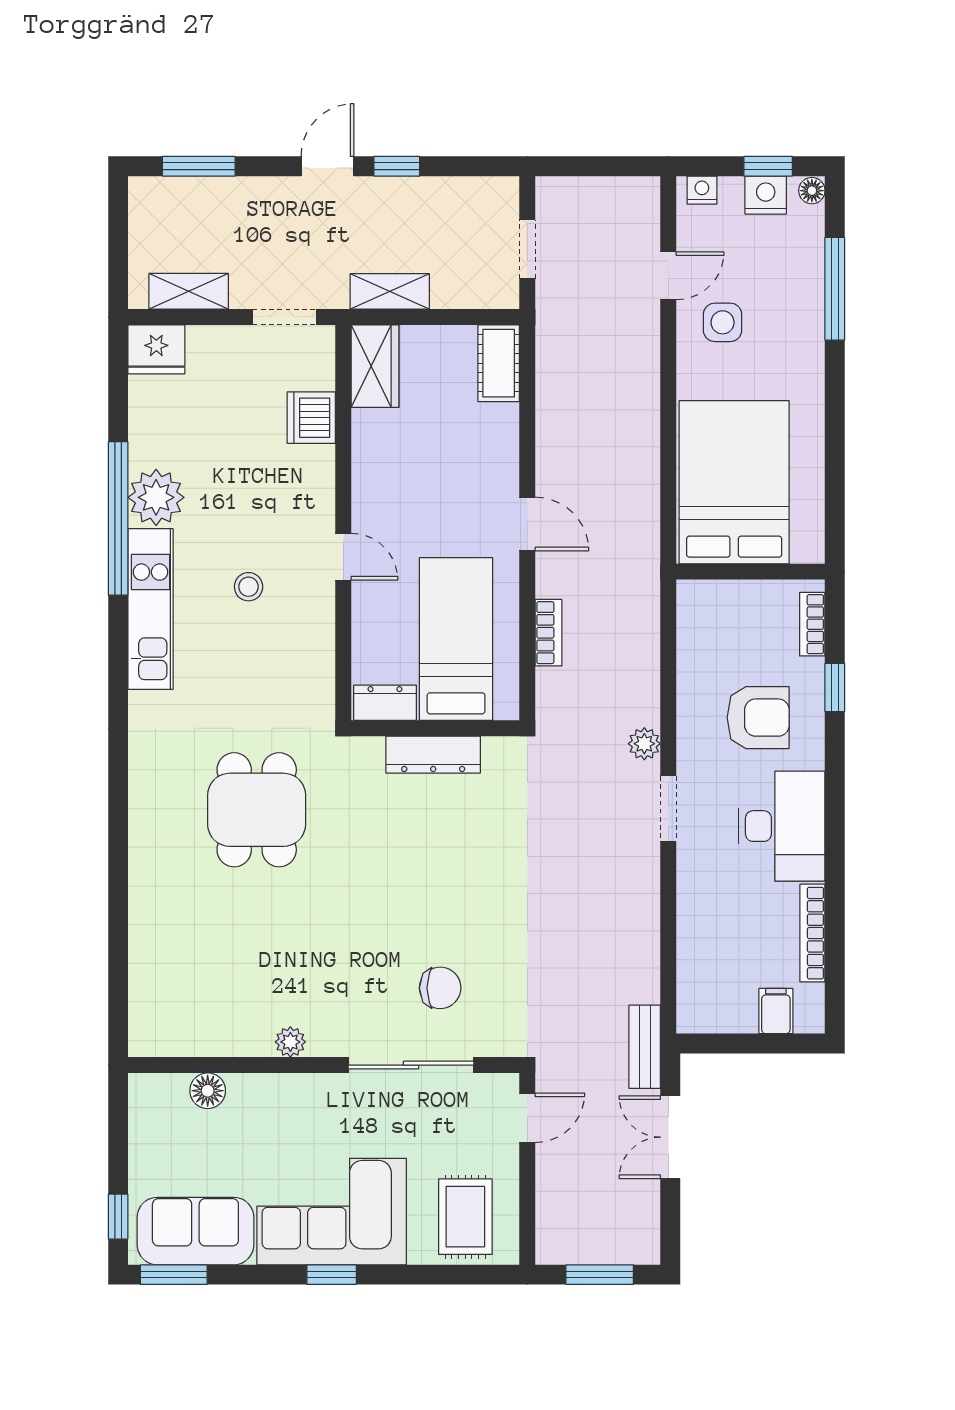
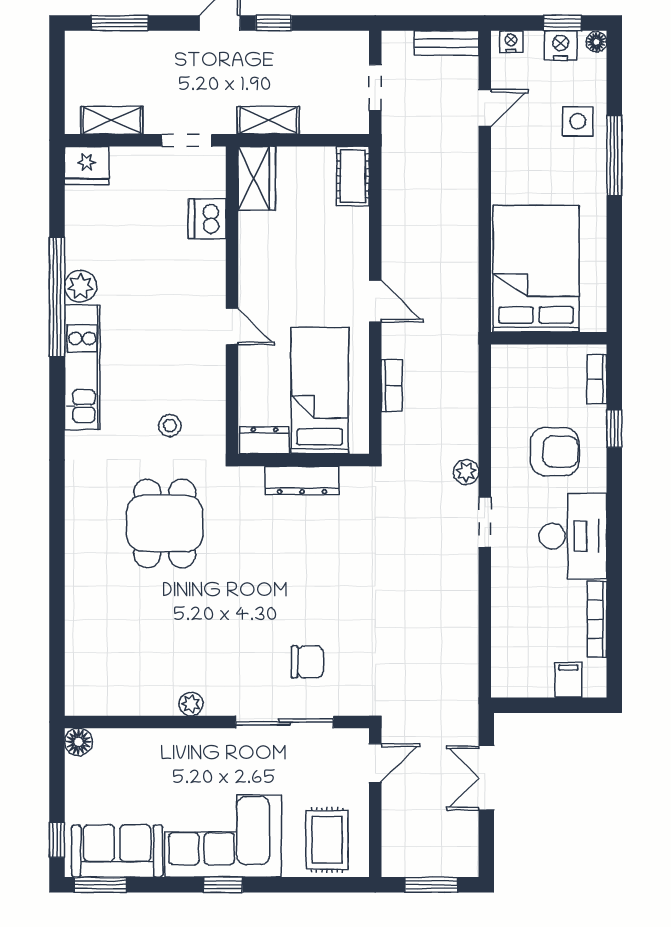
window: (835, 289) -> (614, 155), moved
side table: (723, 322) -> (578, 121), moved
plant: (156, 497) -> (81, 286), width x0.73, depth x0.73
stool: (249, 587) -> (170, 426), moved
bench: (645, 1047) -> (446, 43), moved, turned 90
floor lamp: (208, 1091) -> (78, 742), moved

